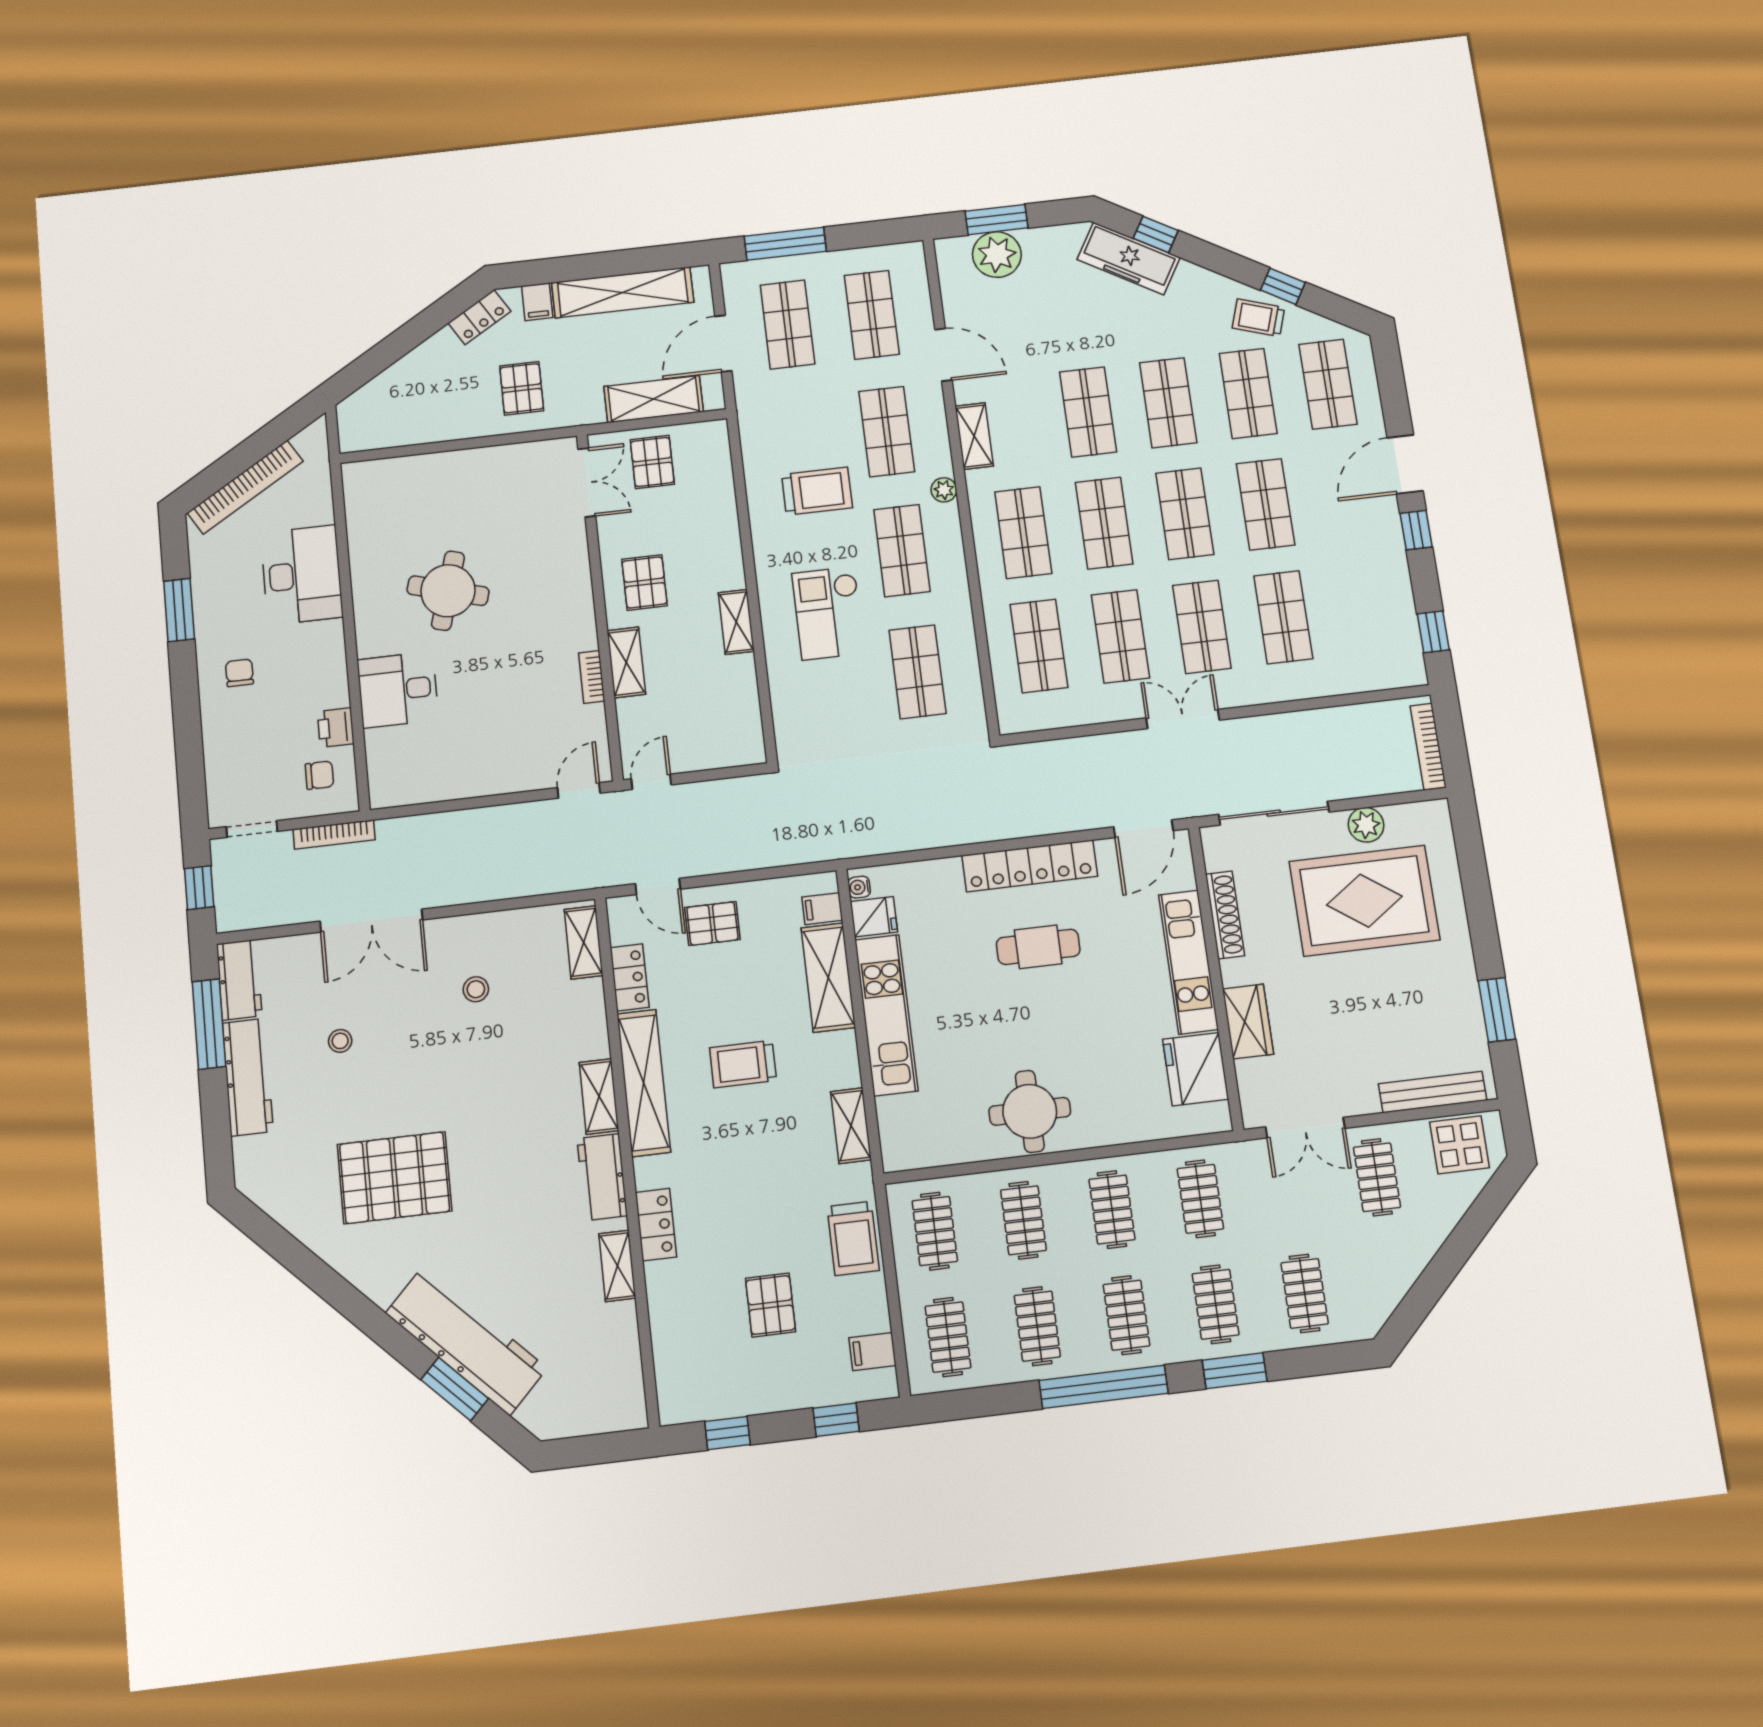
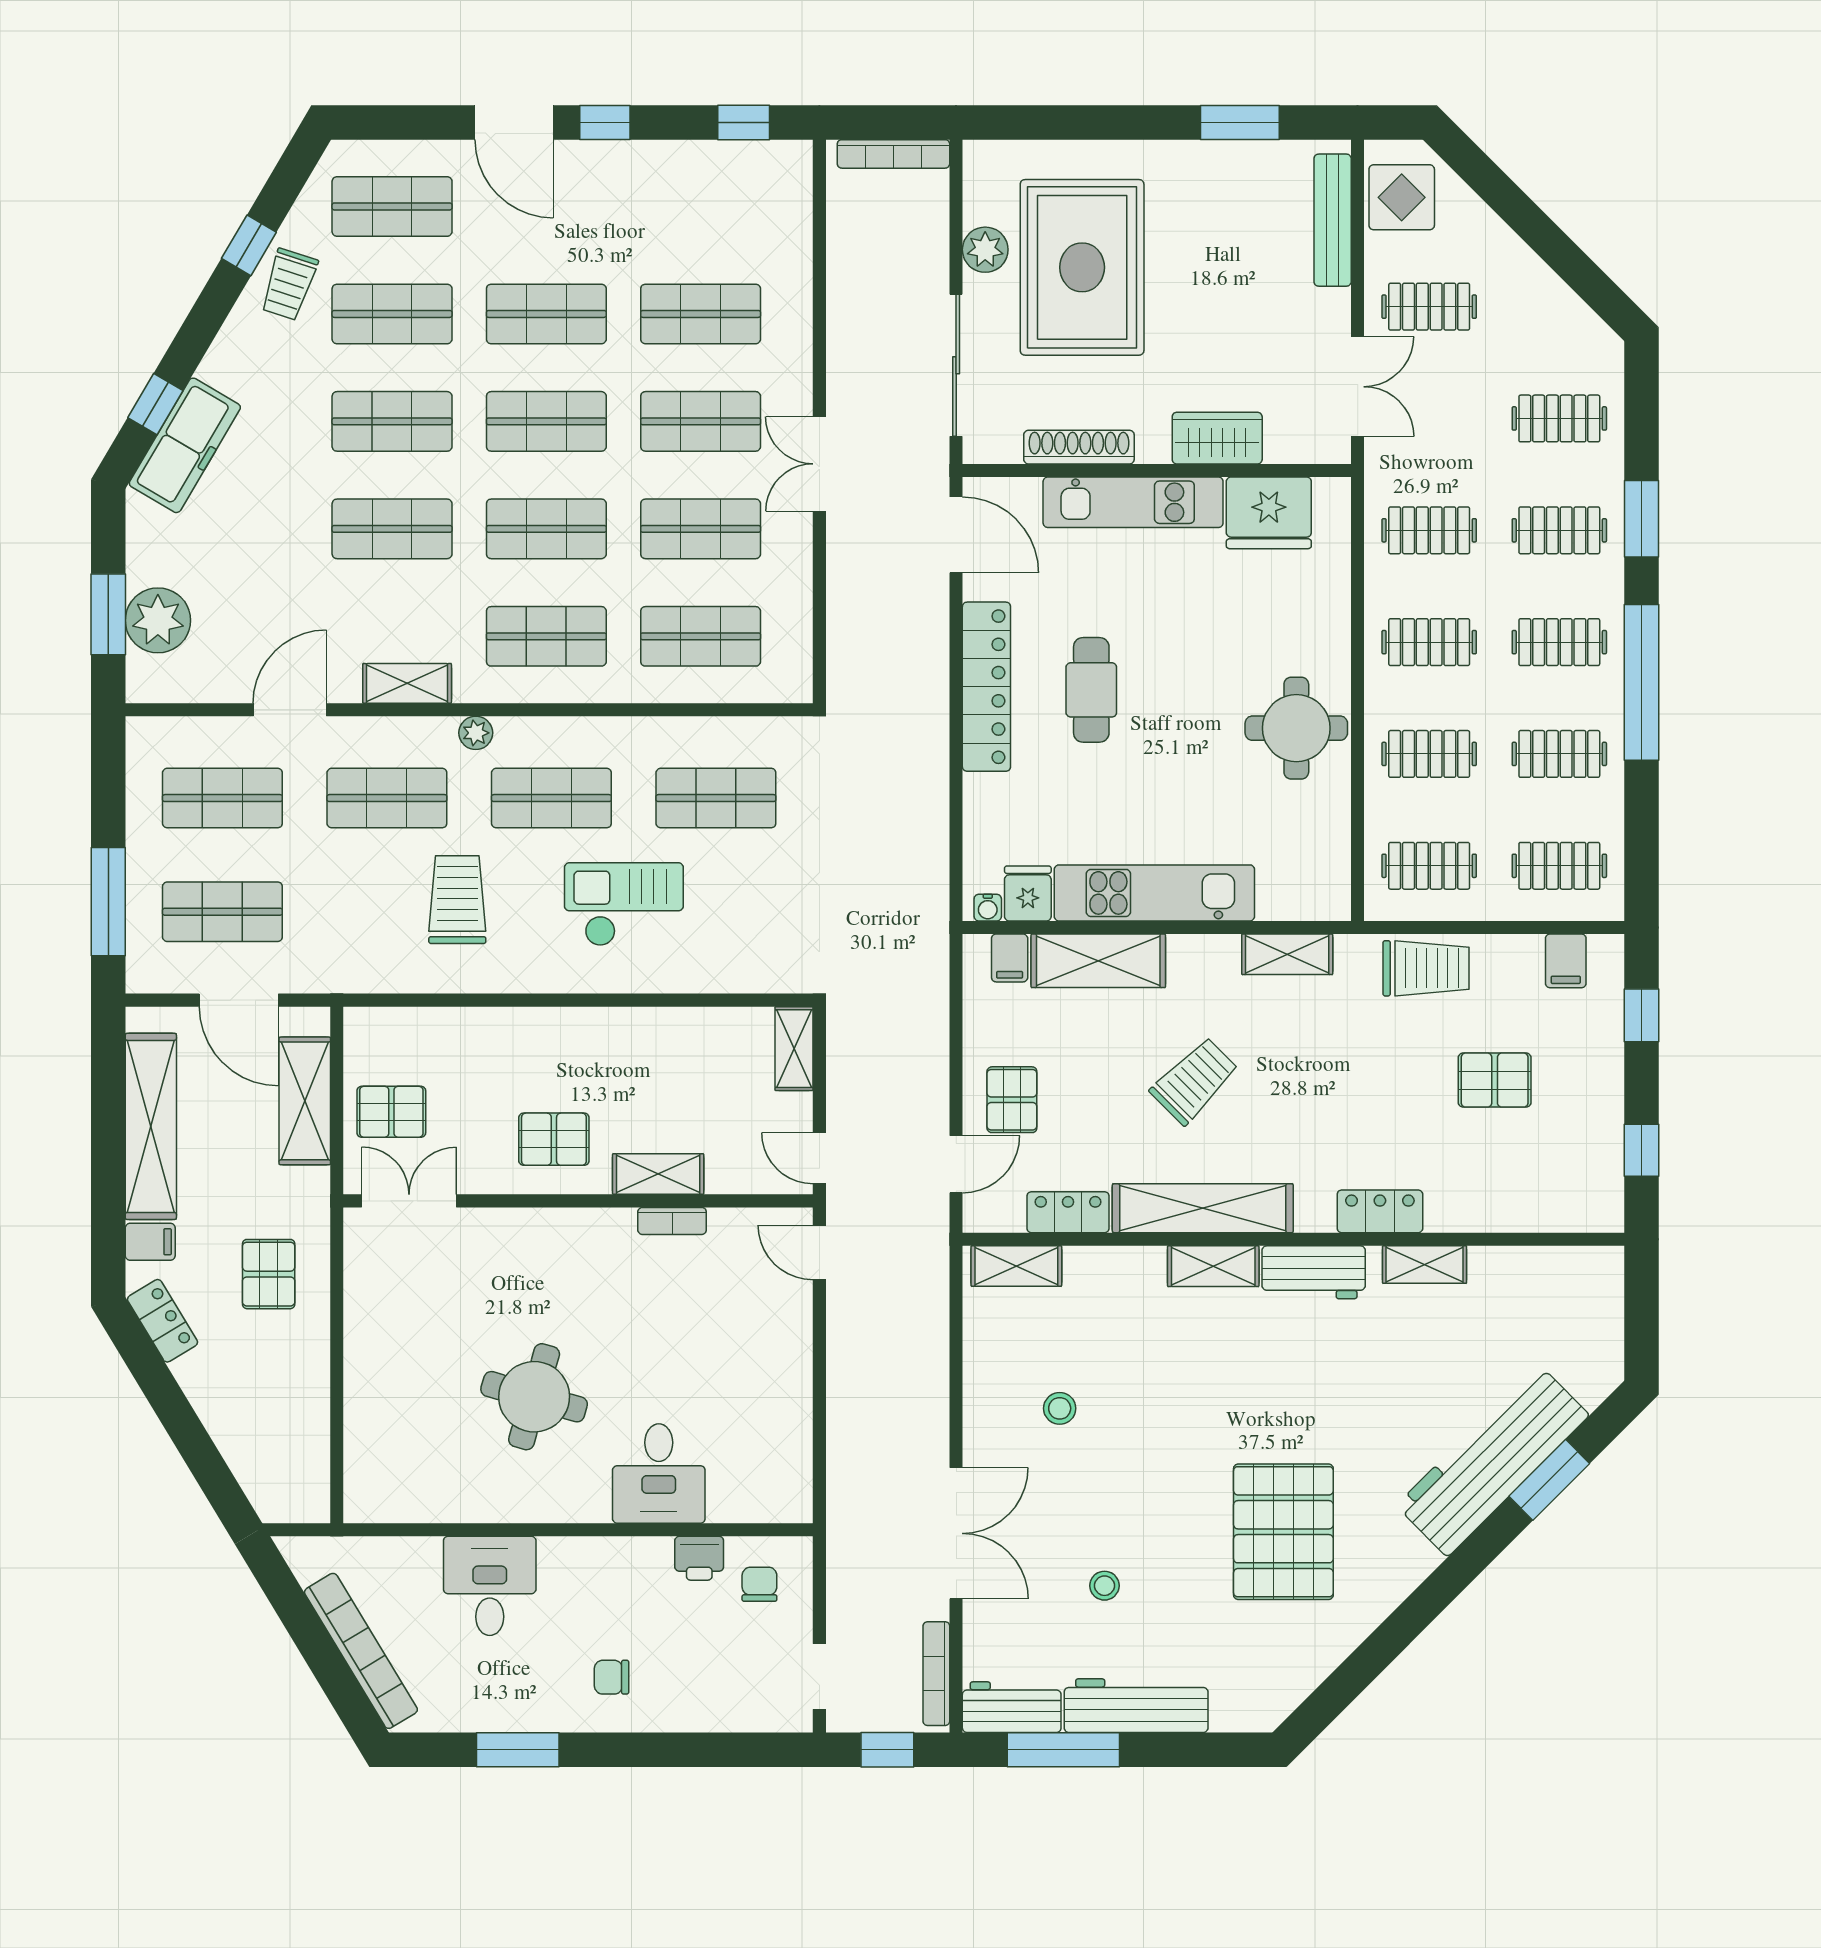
pallet: (522, 388) -> (269, 1274), turned 90
desk: (302, 575) -> (490, 1586), width x0.73
checkout: (828, 613) -> (624, 904), turned 180
shelving: (736, 622) -> (794, 1049), moved, turned 90
bookcase: (334, 834) -> (936, 1674), moved, turned 180
trolley: (743, 1064) -> (1194, 1081), turned -135

